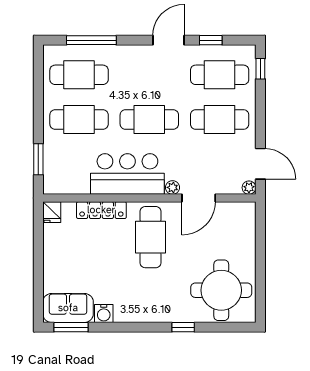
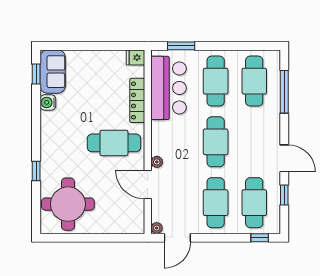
bar counter: (127, 174) -> (168, 88), moved
window: (71, 327) -> (36, 74), width x0.67

